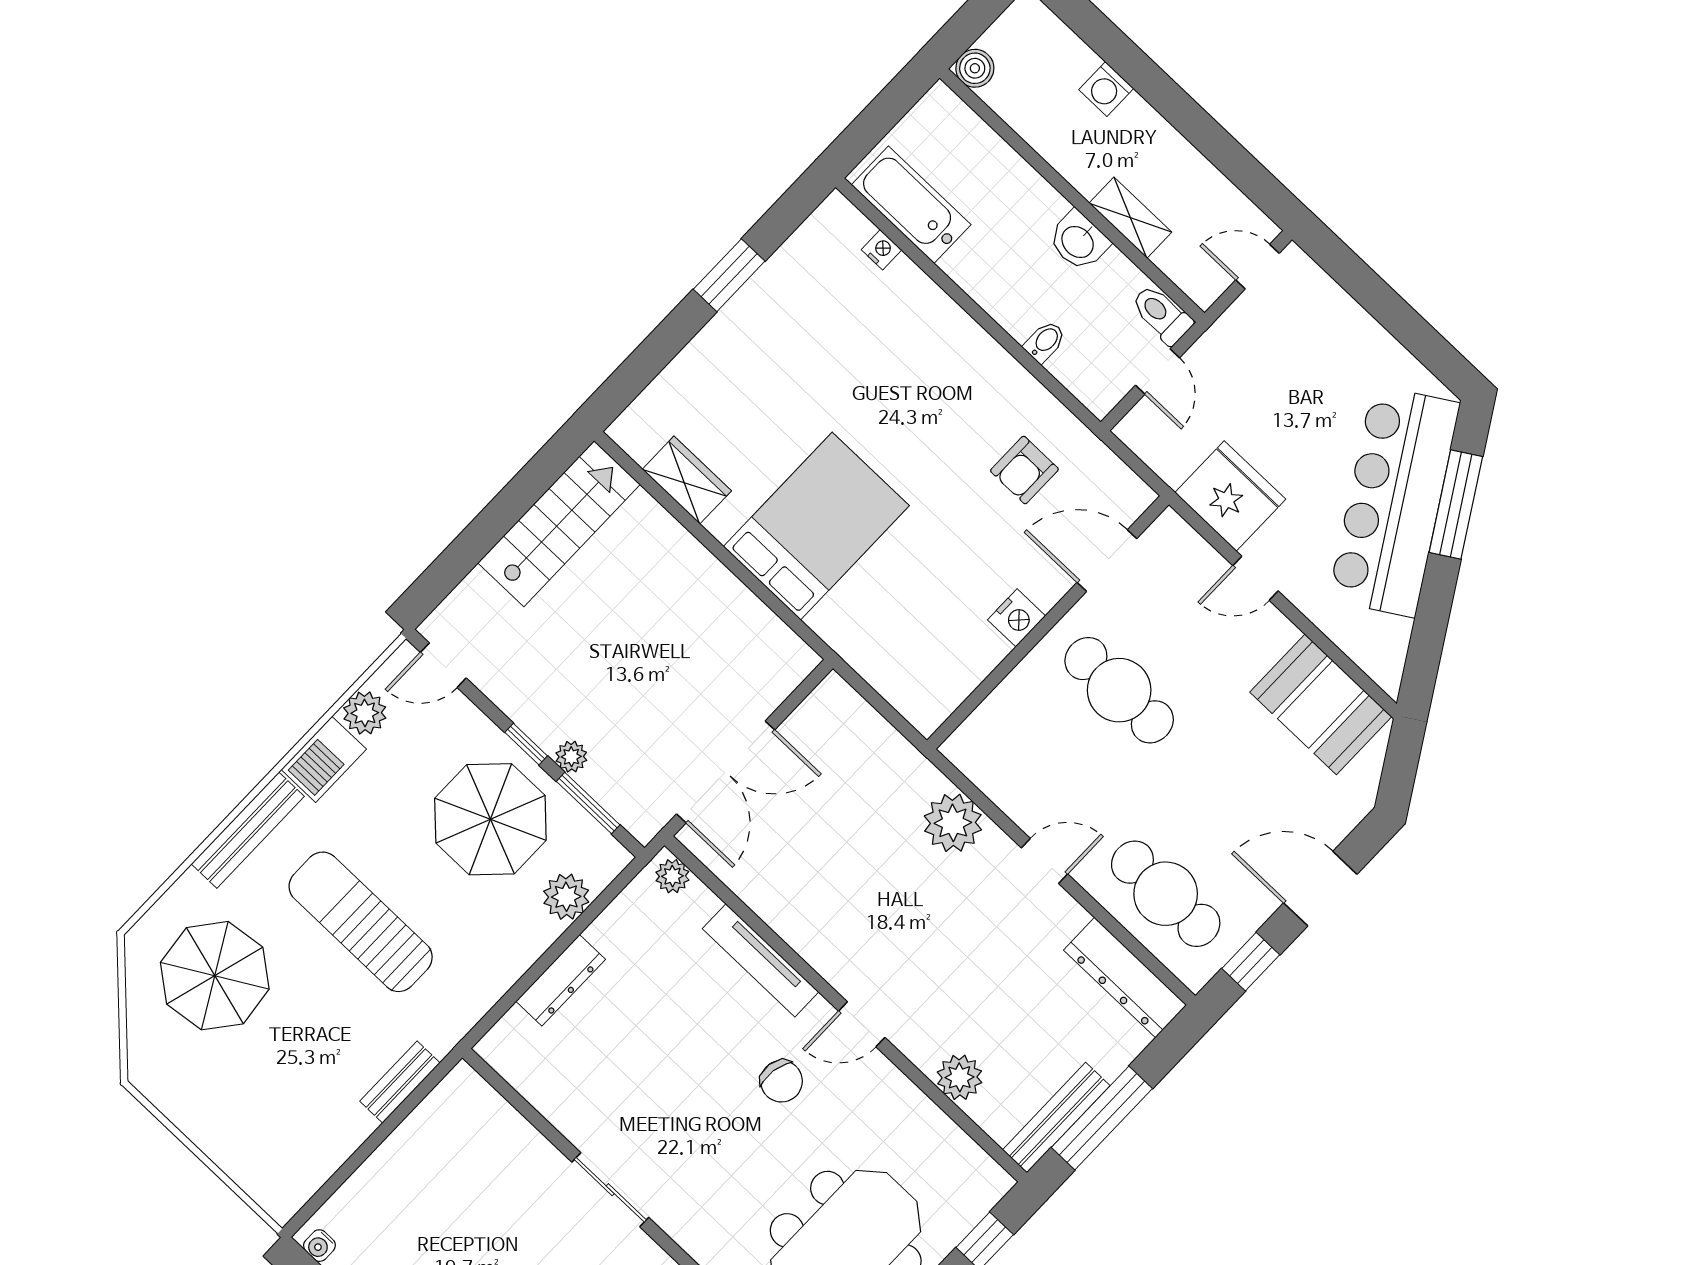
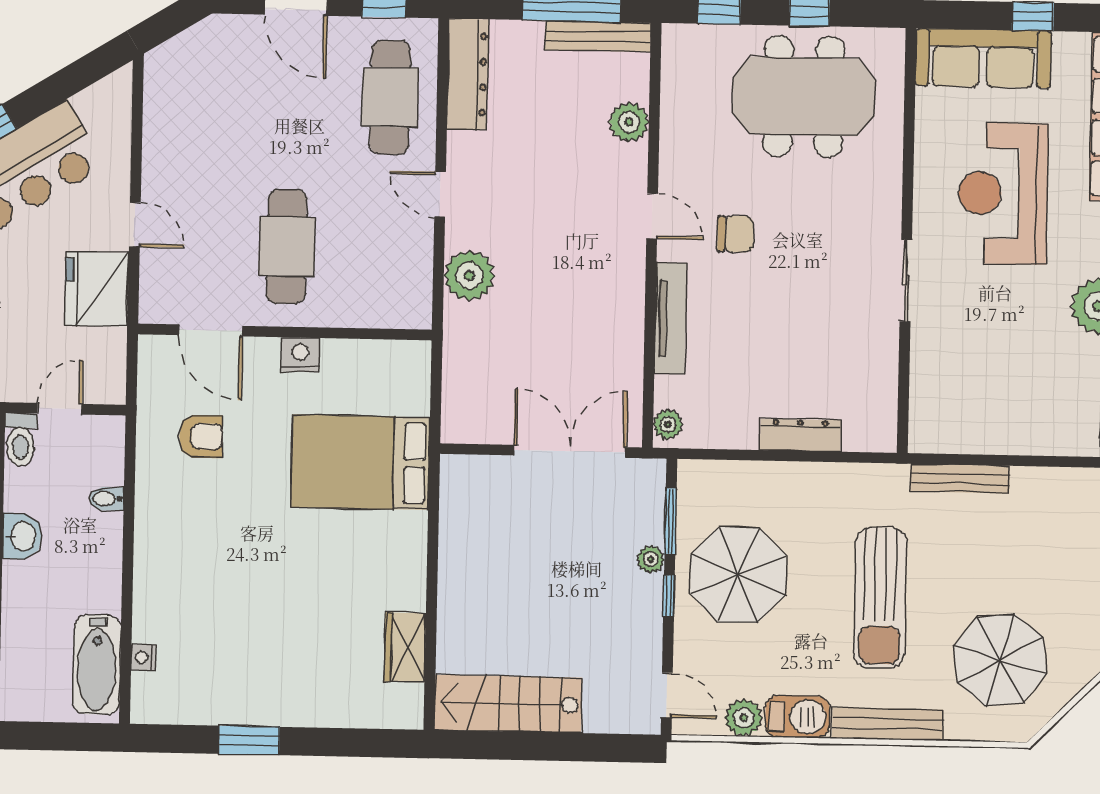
bed: (816, 526) -> (360, 462), moved
booth: (1321, 704) -> (178, 109), removed
plant: (566, 897) -> (743, 481), removed
chair: (781, 1081) -> (736, 234), turned 81
bench: (400, 1082) -> (960, 479), width x1.36

